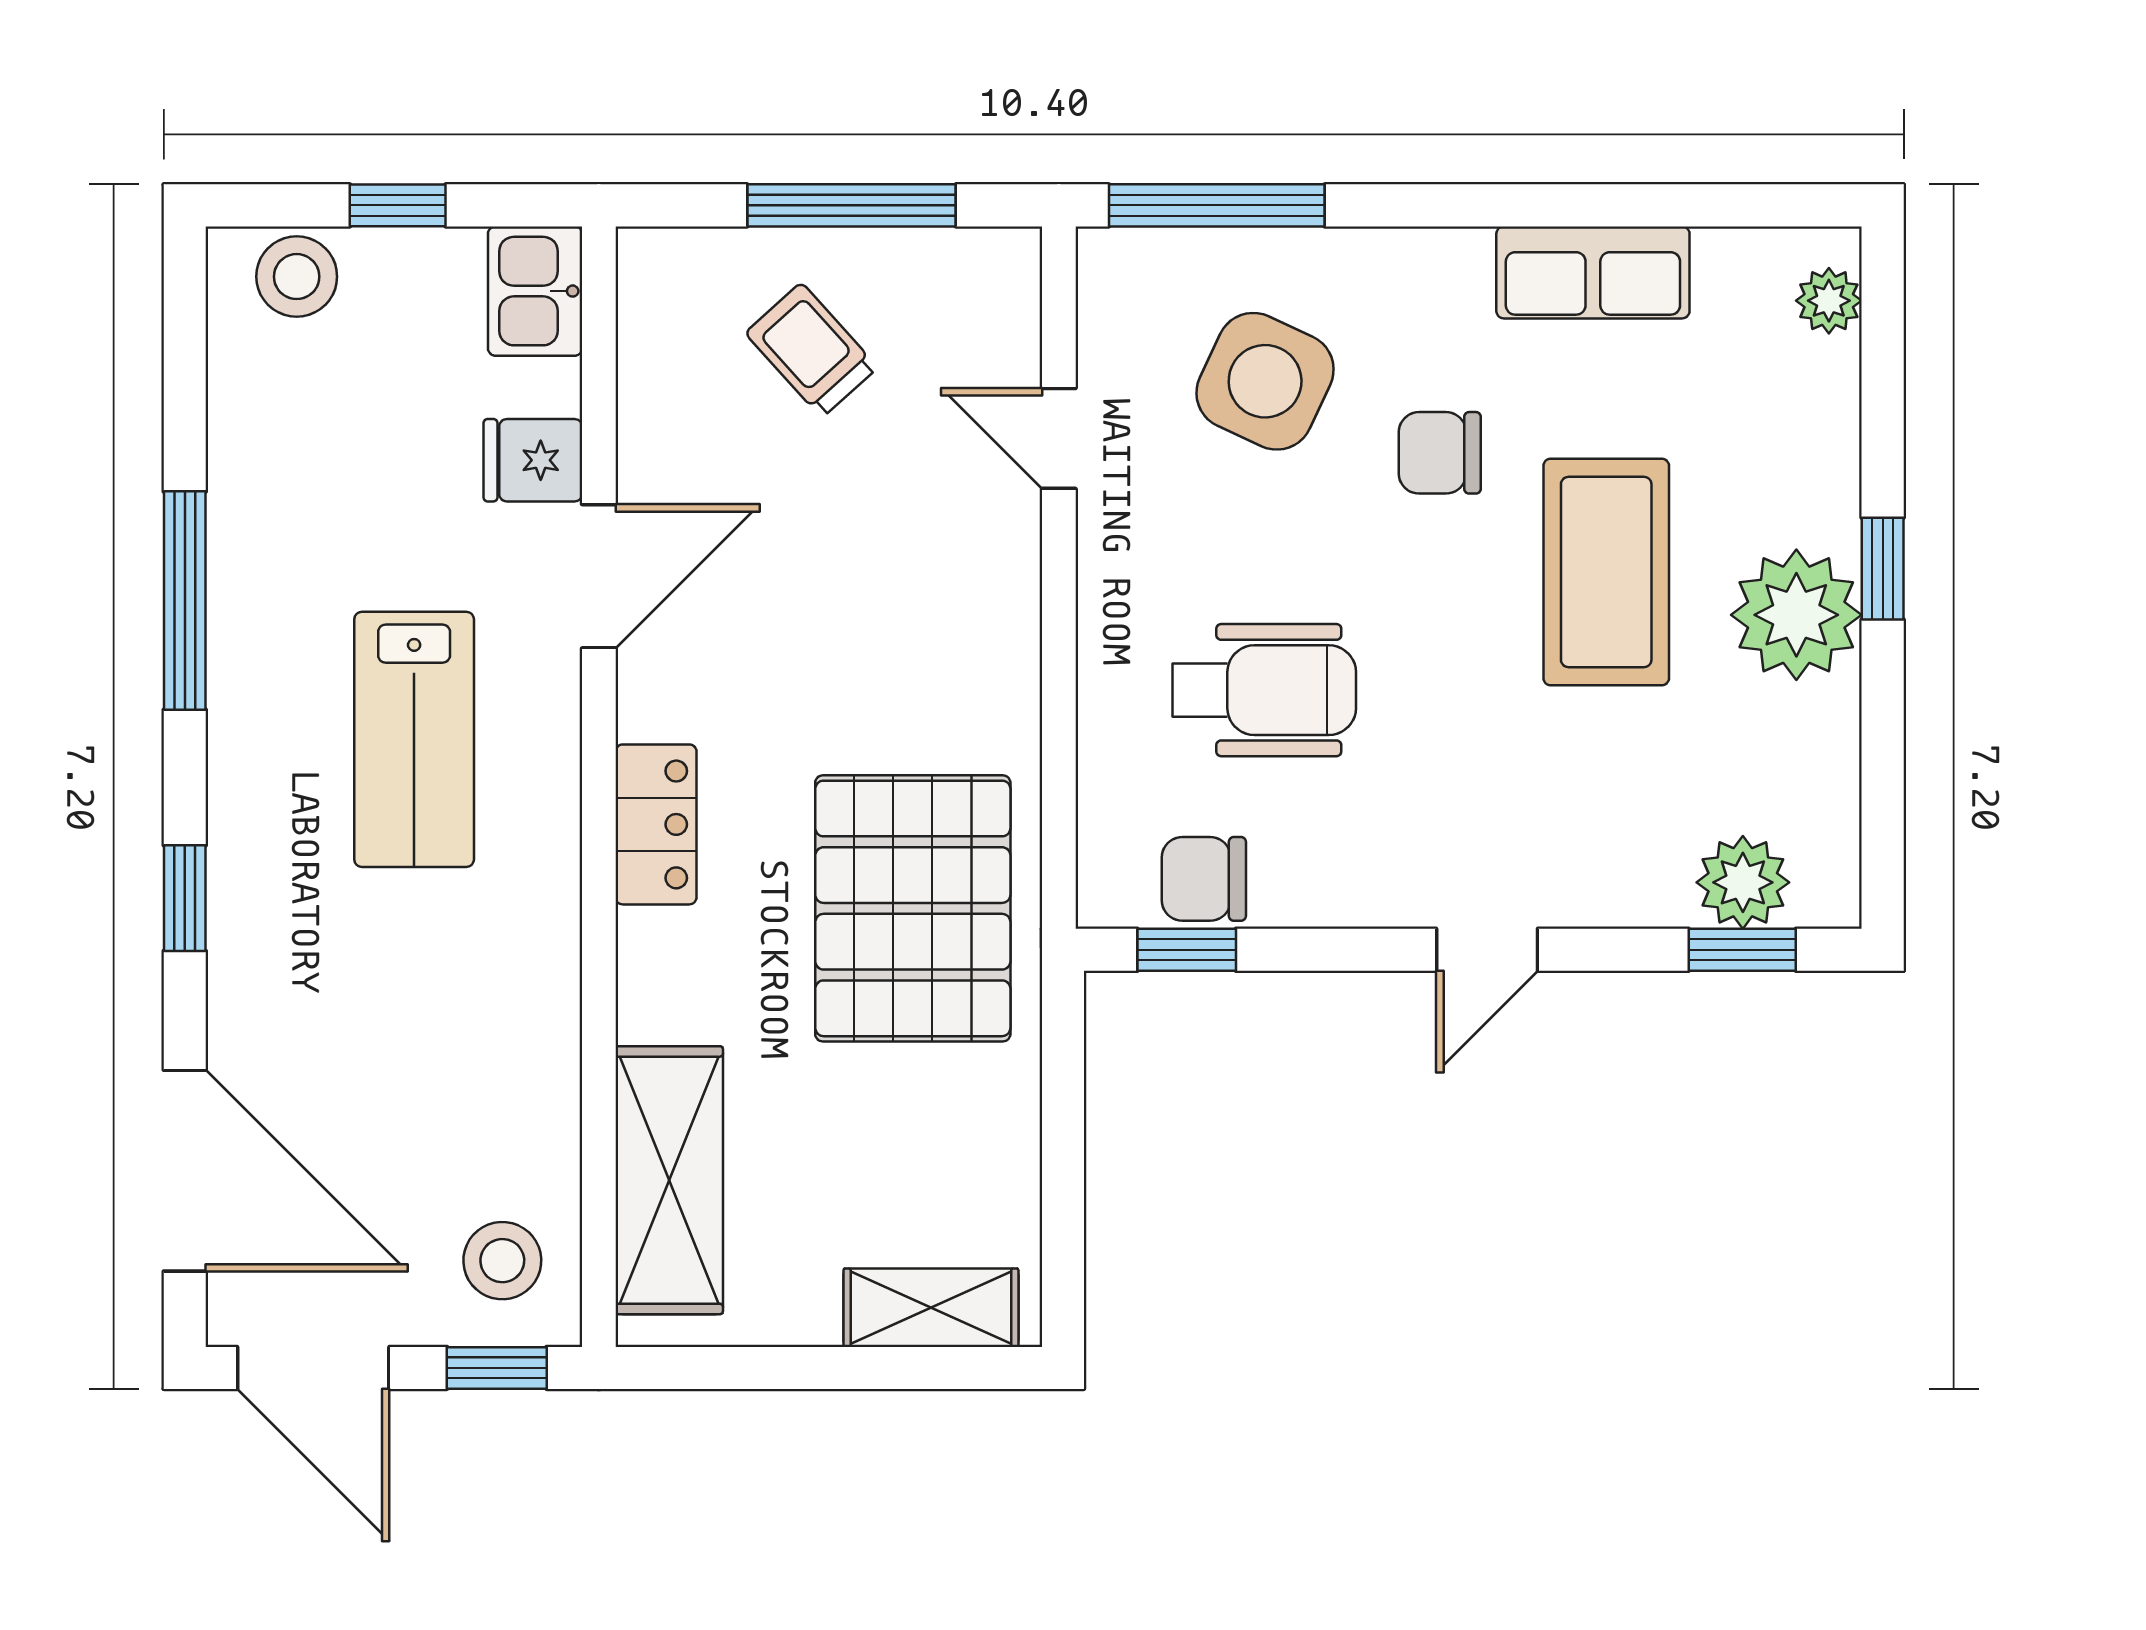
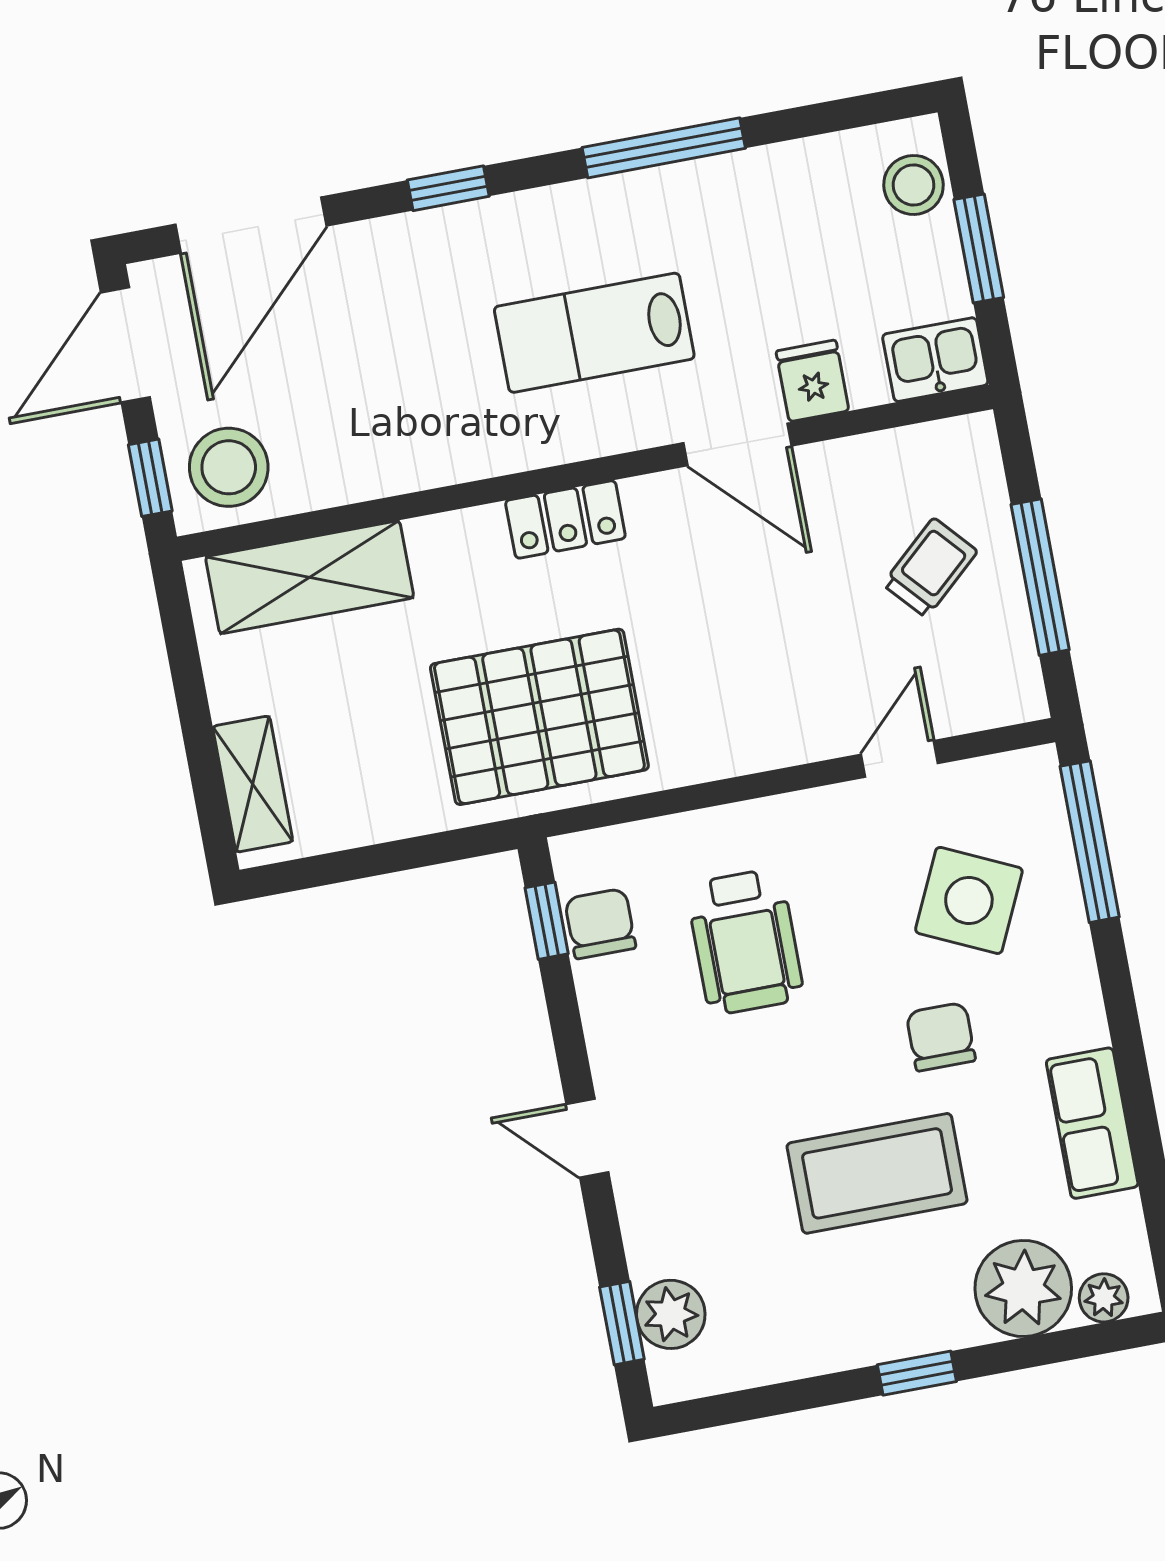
window: (398, 205) -> (979, 248), width x1.50
plant: (1796, 615) -> (1023, 1288), moved
stool: (502, 1261) -> (229, 467), width x1.38, depth x1.38

